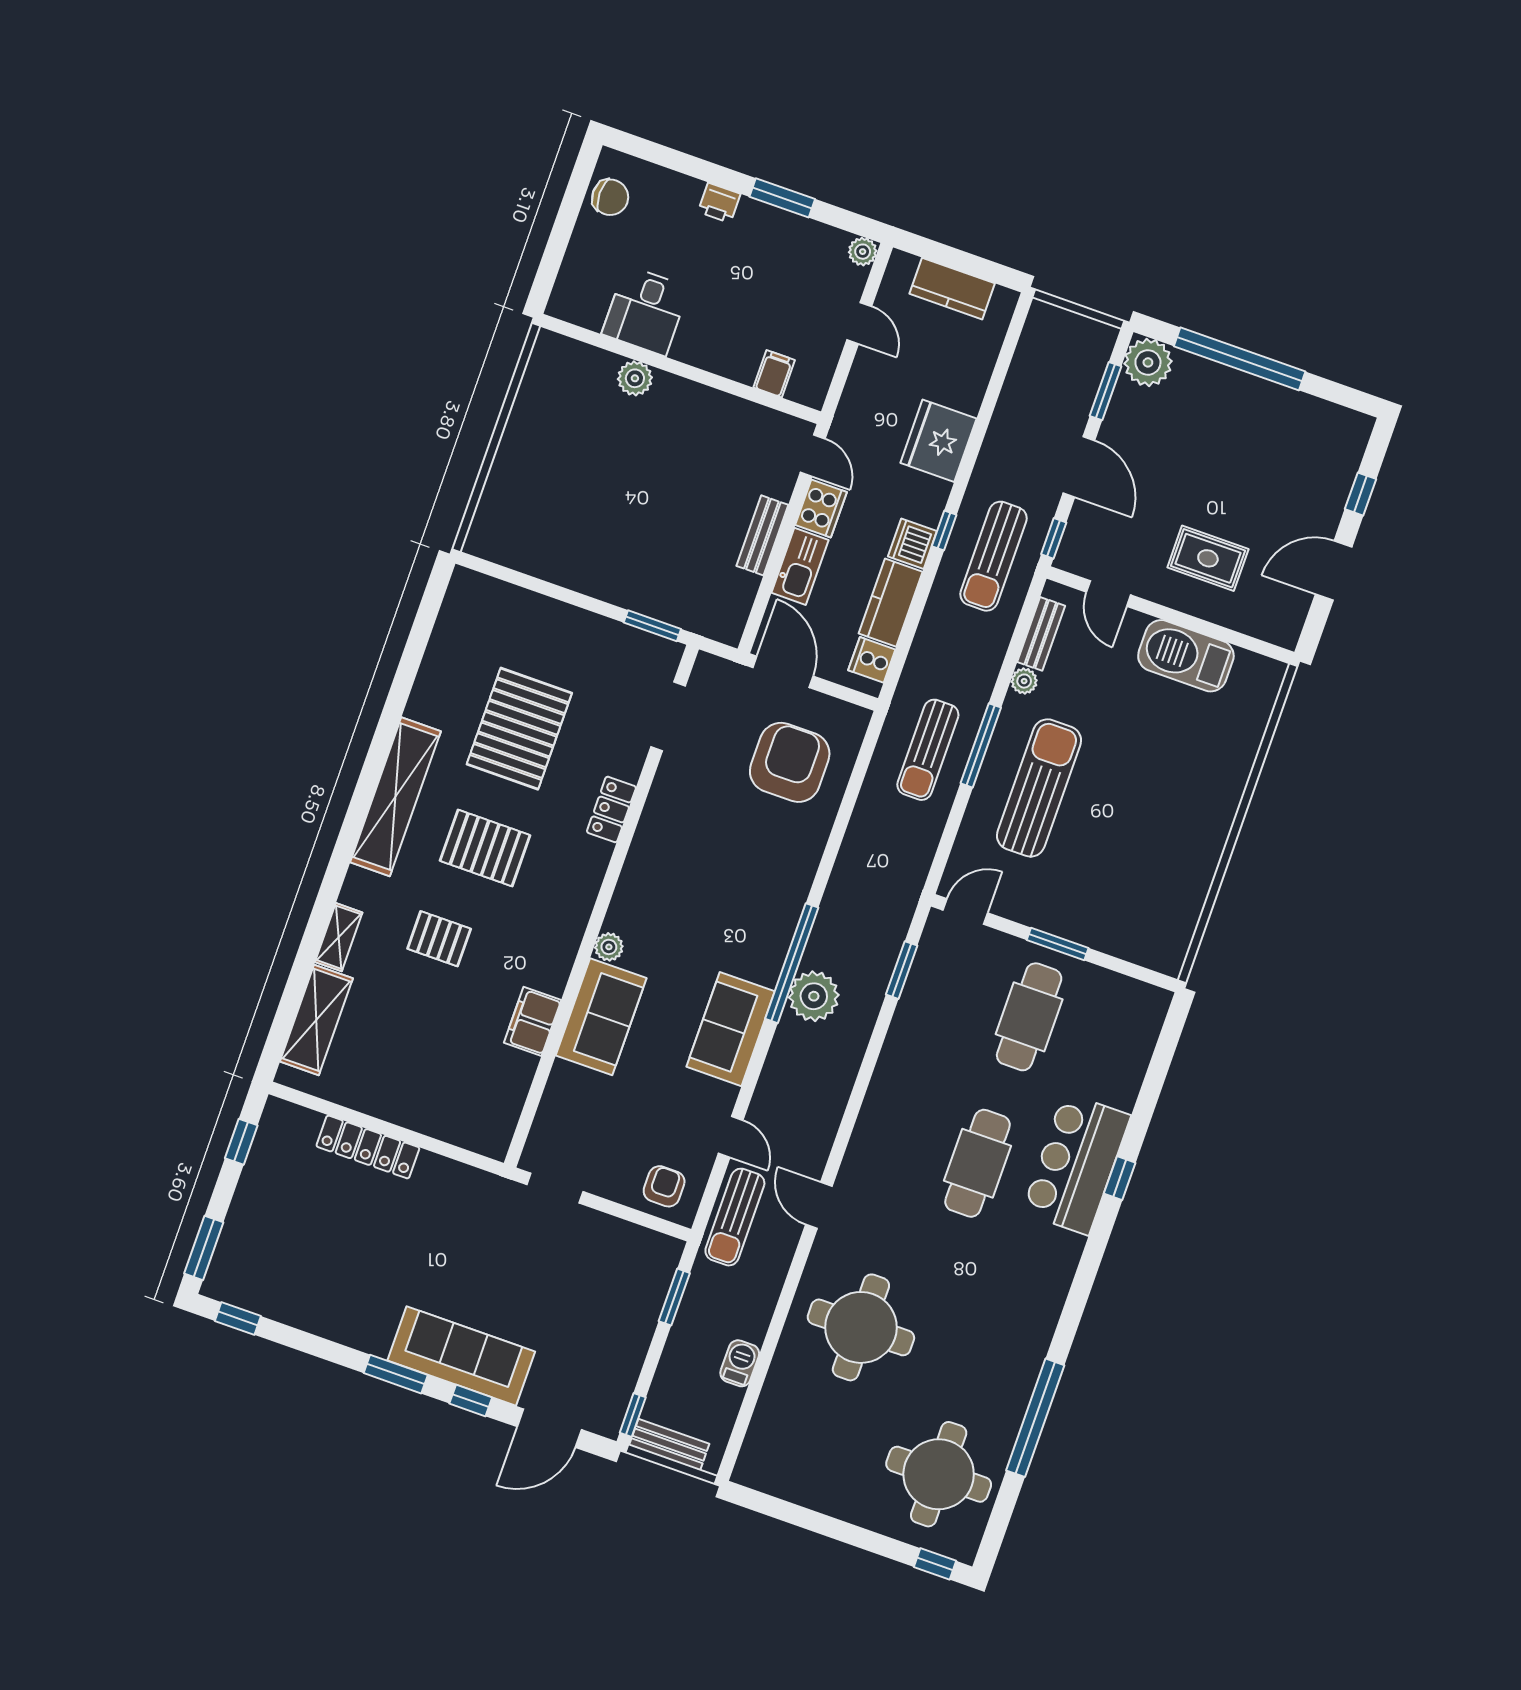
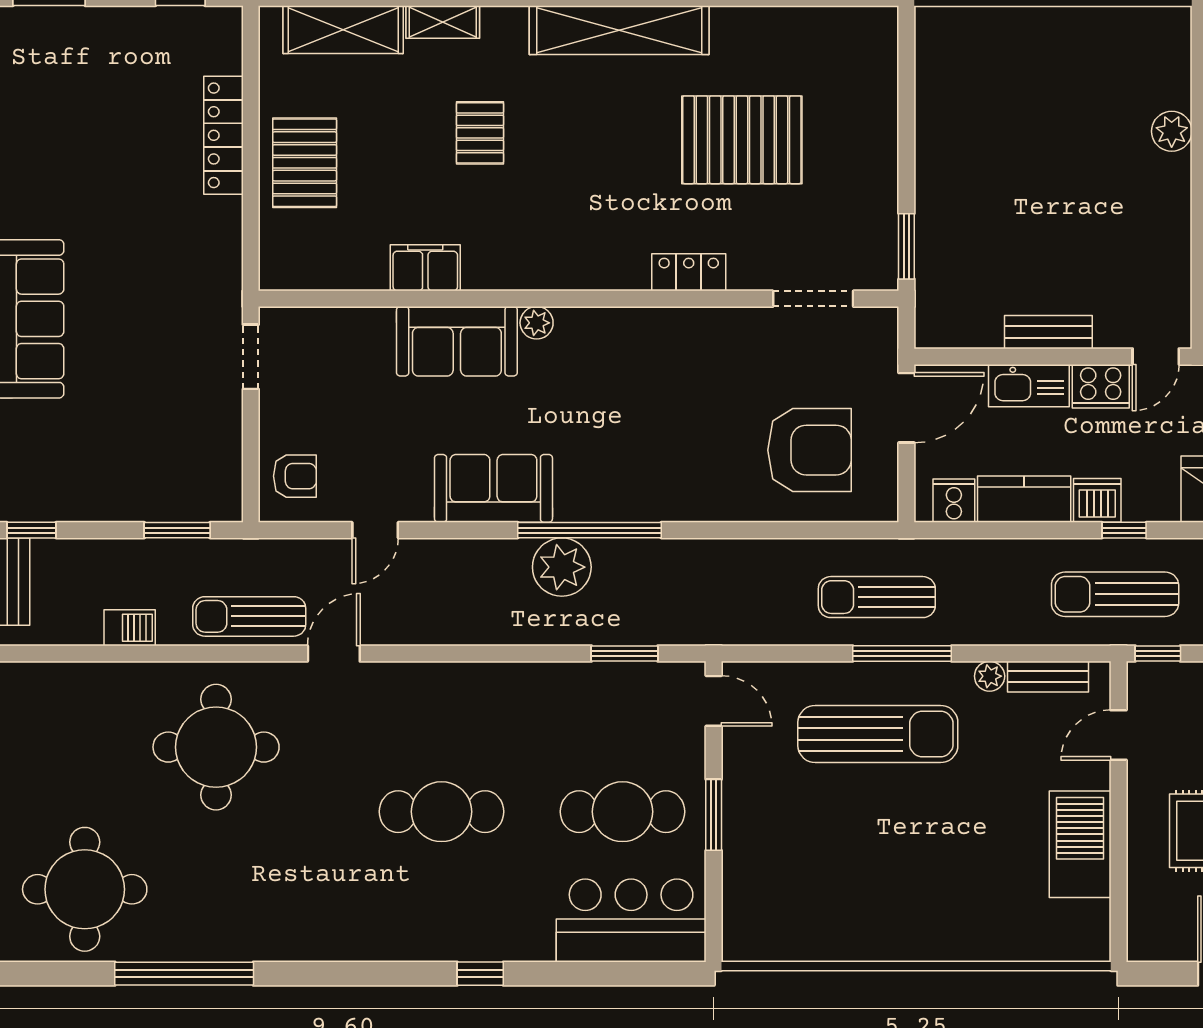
pallet: (485, 848) -> (305, 163), moved
bar counter: (1076, 1164) -> (631, 921), moved
sun lounger: (735, 1217) -> (249, 616), moved

